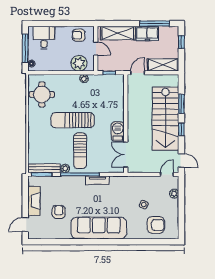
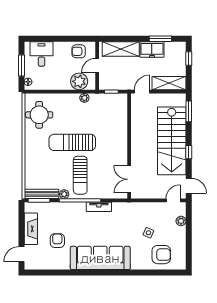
window: (155, 24) -> (160, 39), width x0.69
window: (25, 48) -> (21, 66), width x0.69
door: (96, 48) -> (97, 66), swing flipped
window: (181, 104) -> (189, 111), moved
barbecue: (118, 132) -> (120, 155), removed

